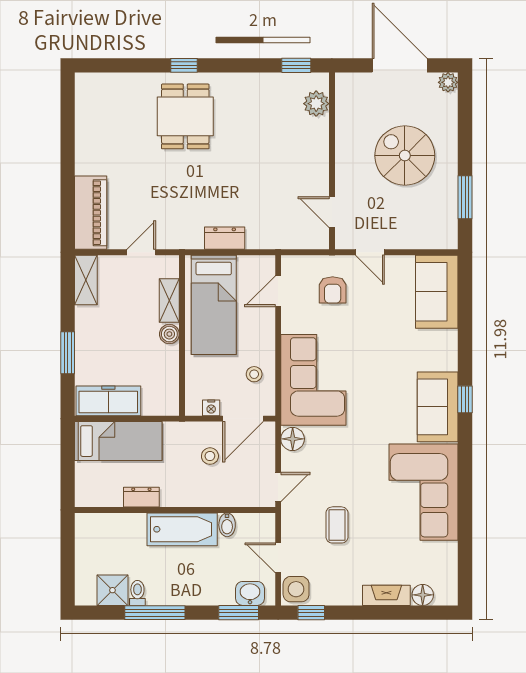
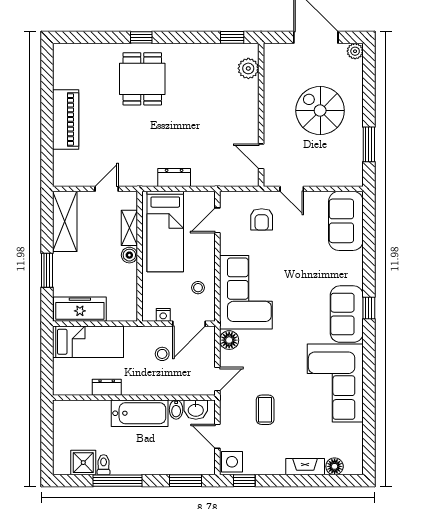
piano: (91, 213) -> (66, 119), moved
shelving: (86, 280) -> (65, 221), width x1.50, depth x1.33
washbasin: (250, 593) -> (196, 410), moved, turned 180

